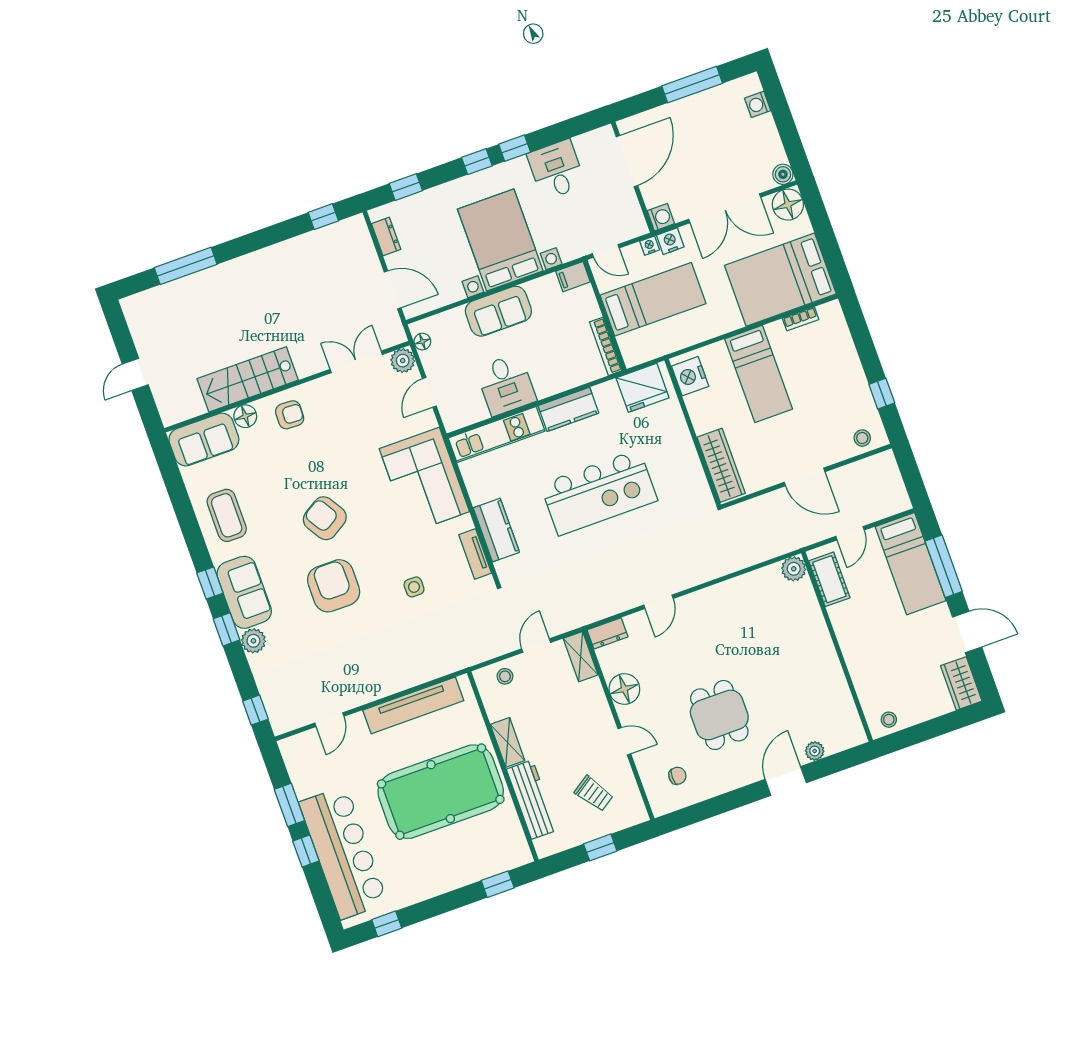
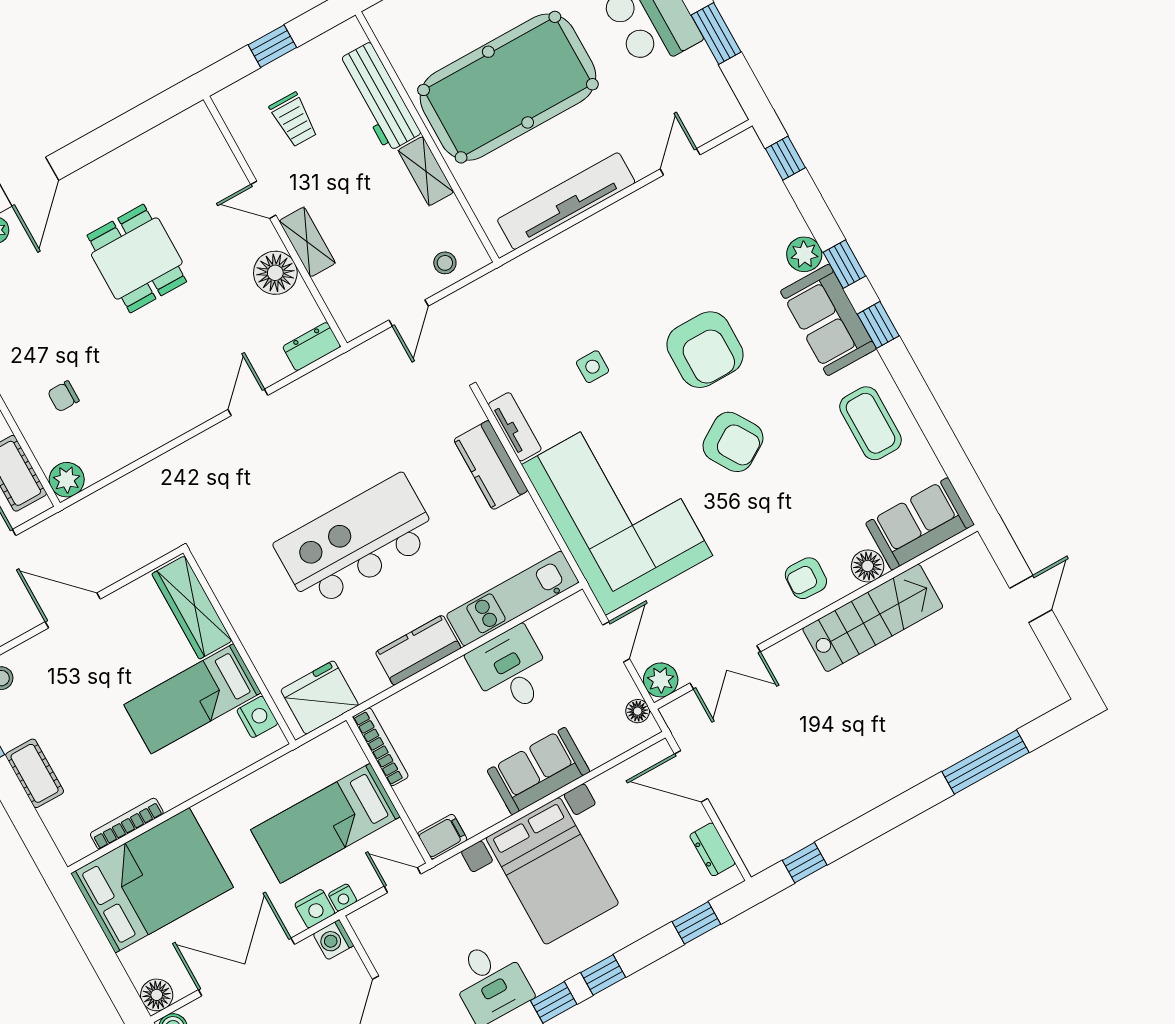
floor lamp: (788, 205) -> (157, 995), width x0.73, depth x0.73
bookcase: (801, 319) -> (127, 824), width x1.56
cot: (850, 368) -> (35, 773), added
bed: (759, 374) -> (192, 699), moved, turned -90
nightstand: (690, 376) -> (257, 717), width x0.74, depth x0.75
corner sofa: (424, 480) -> (617, 510), width x1.36, depth x1.36
shelving: (581, 657) -> (307, 242), moved
chair: (677, 776) -> (63, 396), moved
trolley: (594, 794) -> (294, 120), turned -146

